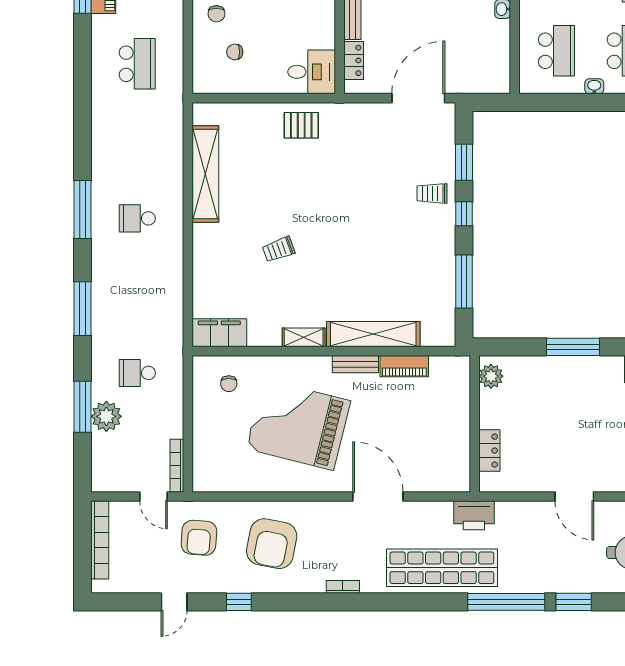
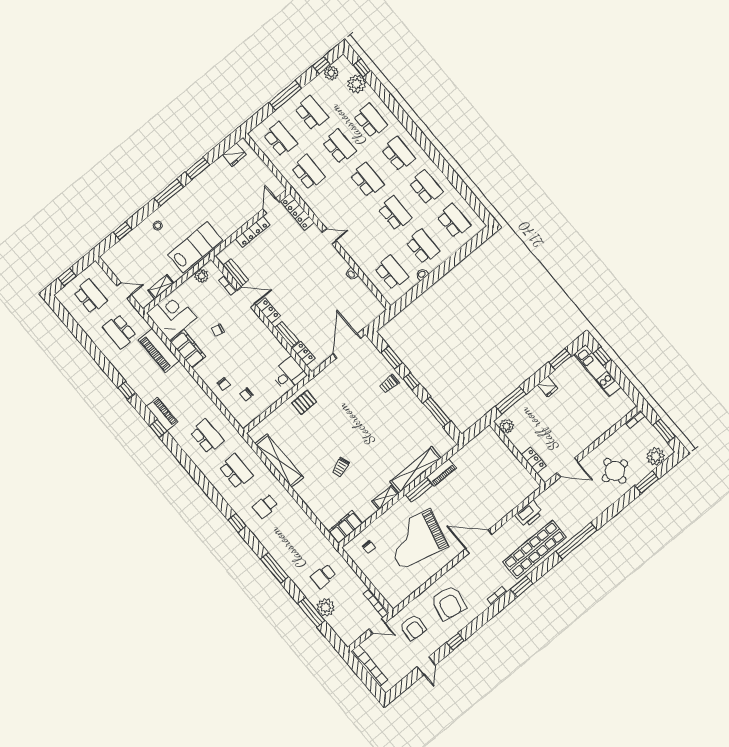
school desk: (137, 141) -> (236, 471), added
window: (83, 209) -> (237, 523), width x0.46
plant: (491, 376) -> (506, 426), moved
wall: (475, 424) -> (517, 454), moved
locker: (489, 451) -> (534, 460), moved
window: (574, 602) -> (521, 587), moved

